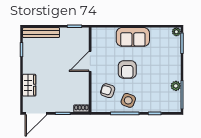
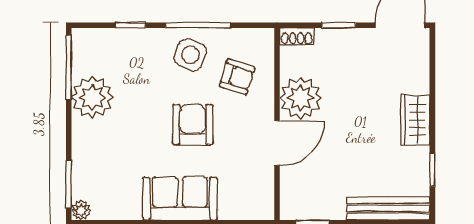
plant: (80, 81) -> (301, 98), added
wardrobe: (29, 85) -> (415, 120), moved
plant: (176, 86) -> (92, 97), width x1.87, depth x1.87

